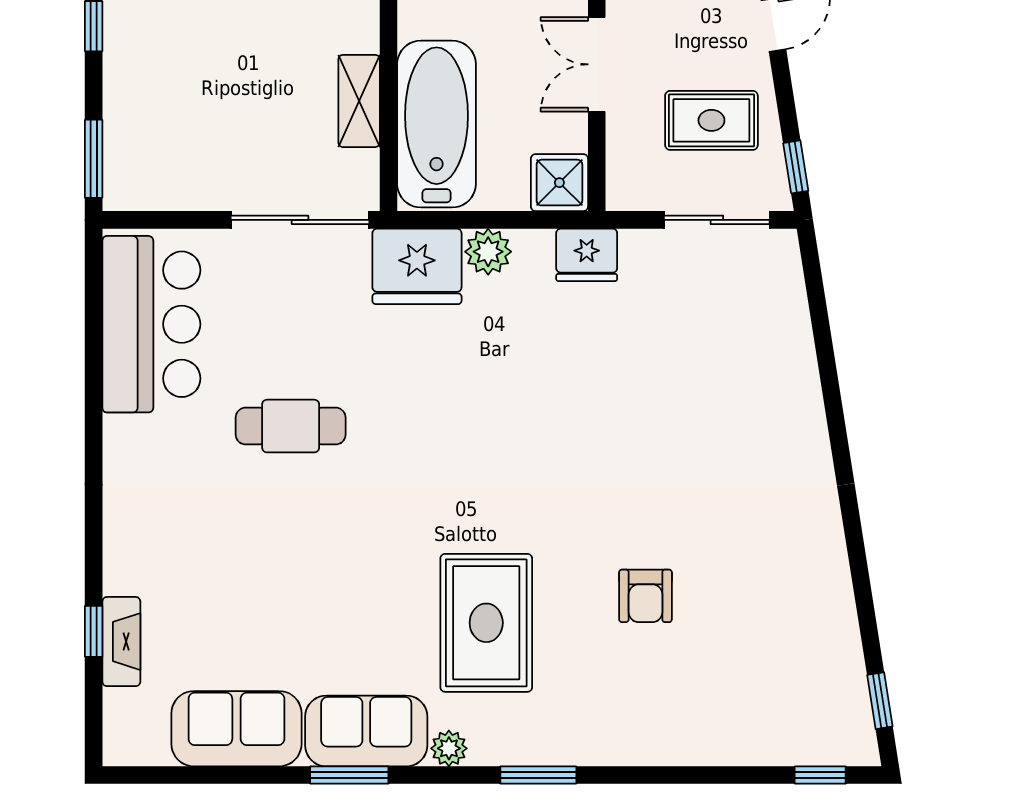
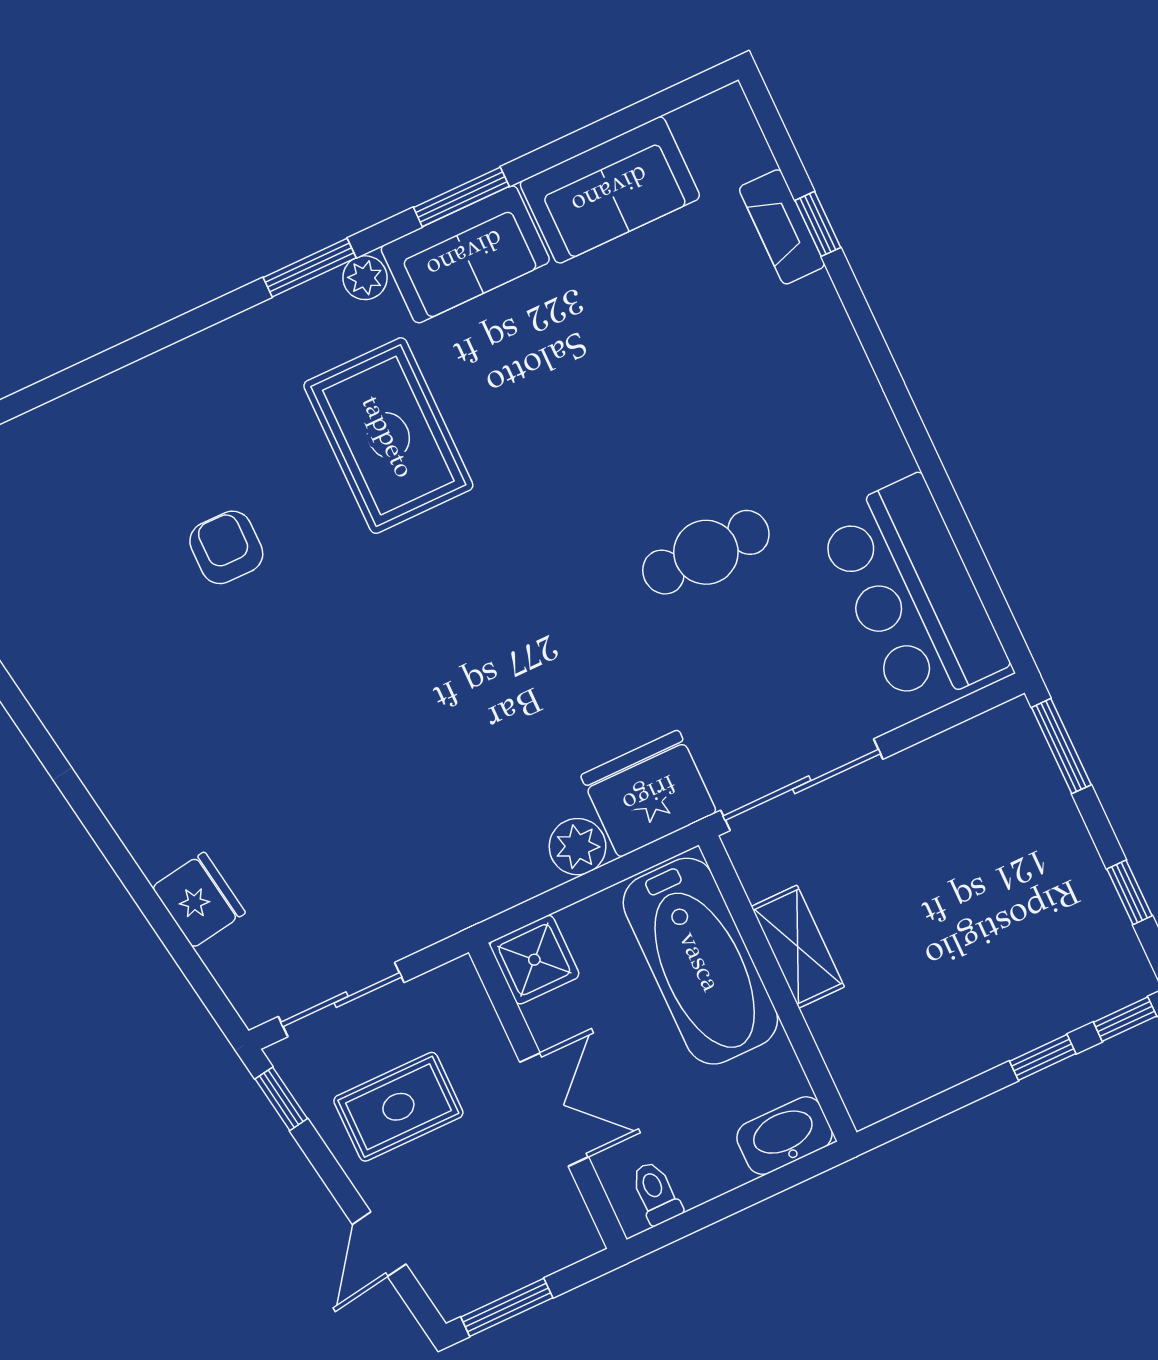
fridge: (587, 255) -> (199, 900), moved, turned 81
window: (538, 775) -> (310, 268), moved

